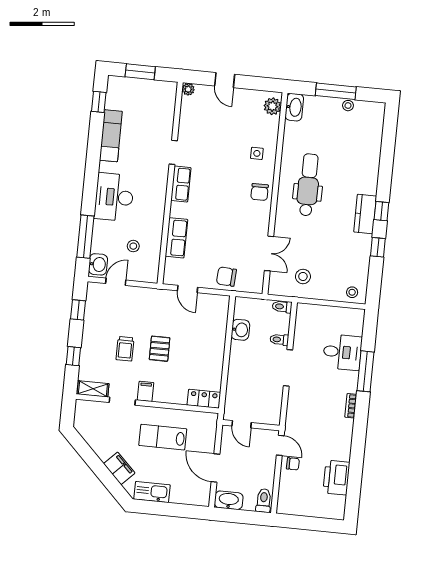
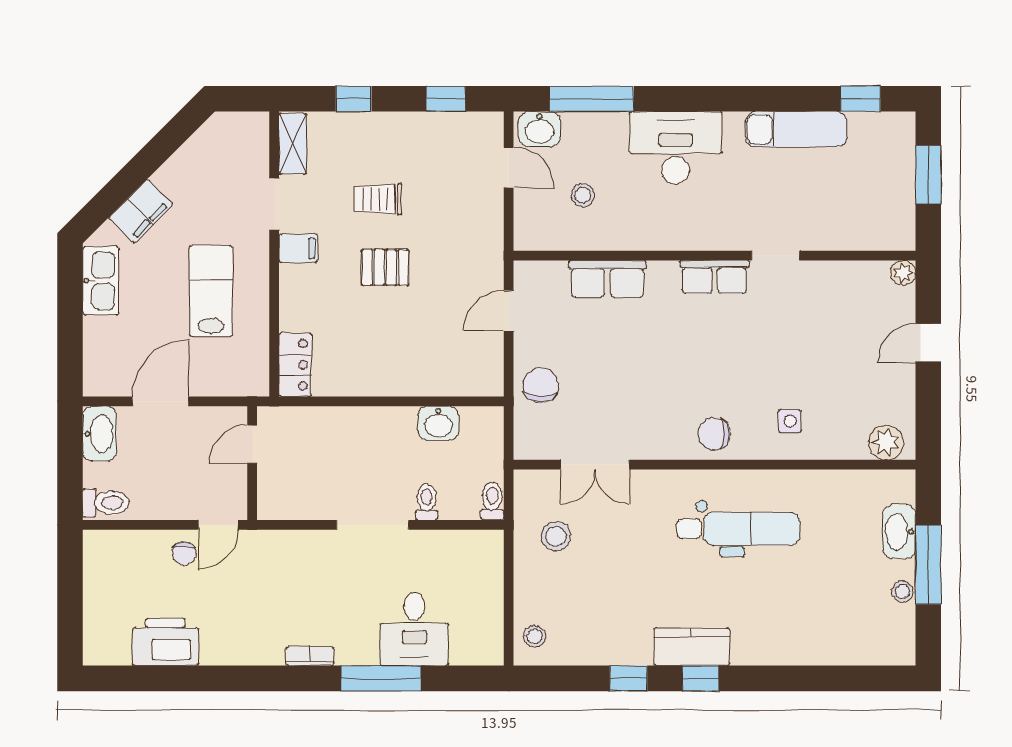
washbasin: (294, 107) -> (899, 532), moved, turned 90

